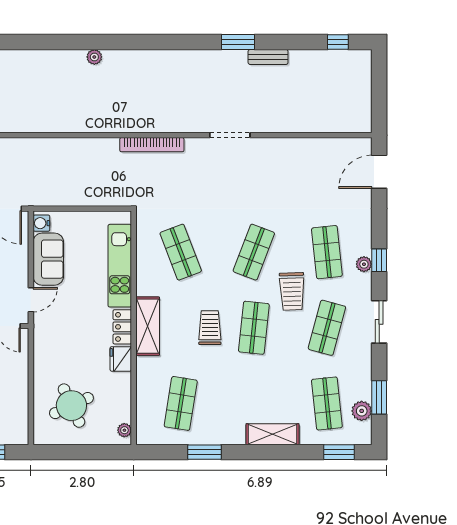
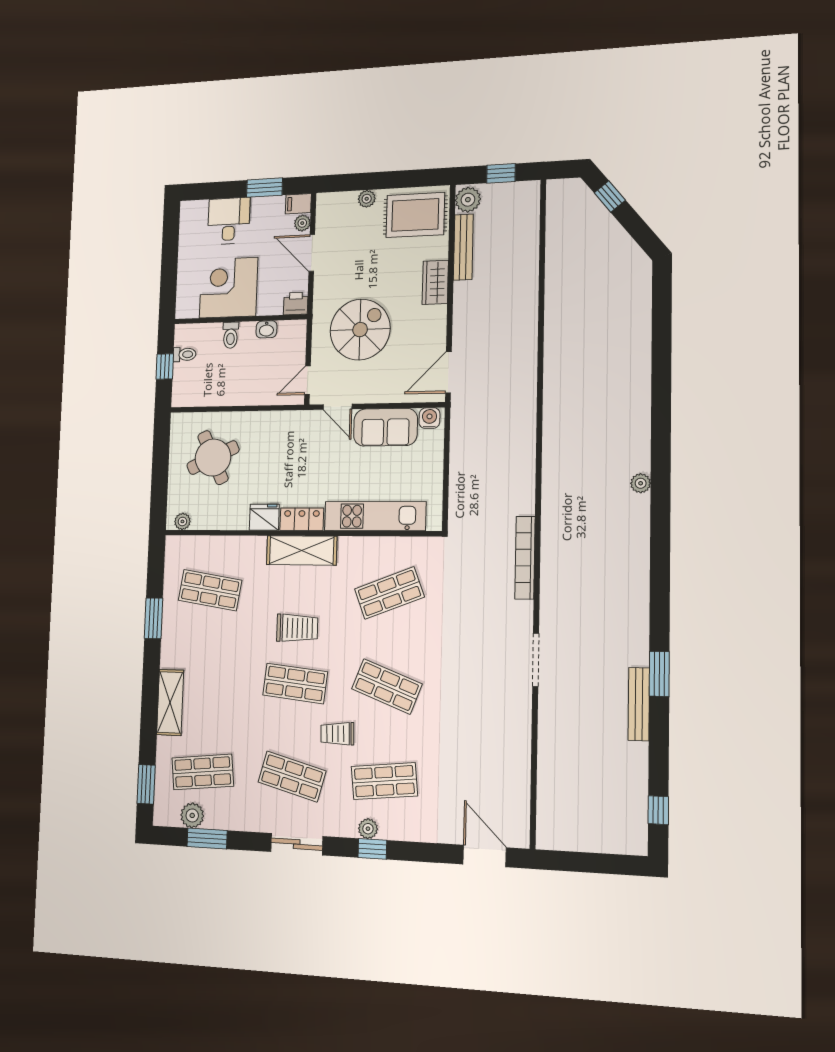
bench: (268, 57) -> (639, 704), width x1.36
trolley: (292, 291) -> (337, 734), width x0.73, depth x0.72

